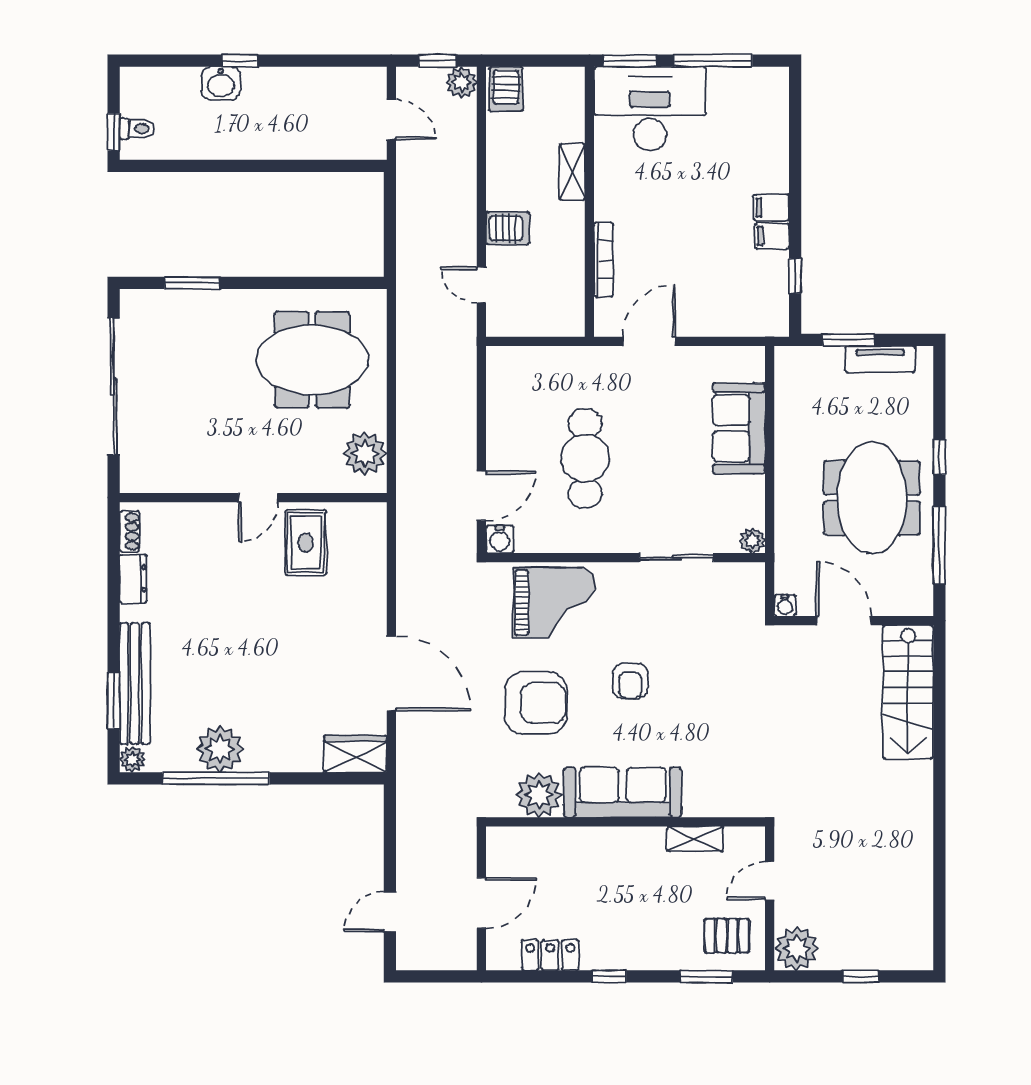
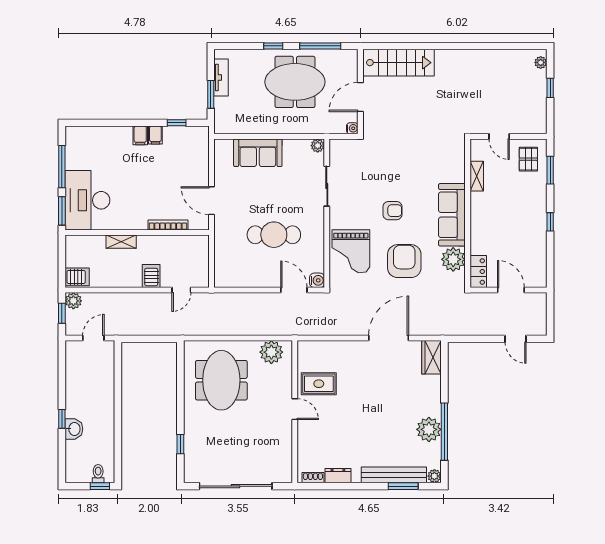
window: (192, 283) -> (180, 444), width x0.67
grand piano: (554, 603) -> (351, 251), turned 180
plant: (797, 949) -> (541, 62), moved, width x0.53, depth x0.53
locker: (550, 955) -> (478, 271), moved, turned 180

